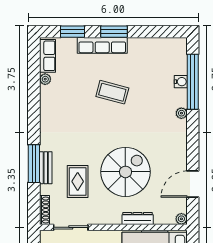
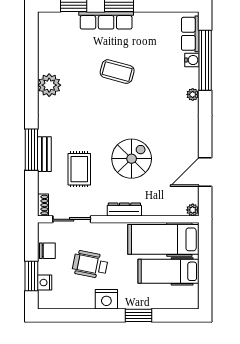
row of seats: (47, 56) -> (190, 34), moved, turned 180
plant: (45, 79) -> (49, 85), moved, width x1.88, depth x1.88
spiral stairs: (125, 172) -> (132, 159), width x0.73, depth x0.73
shoe rack: (45, 210) -> (43, 205), width x0.70
dresser: (138, 218) -> (124, 210), moved

